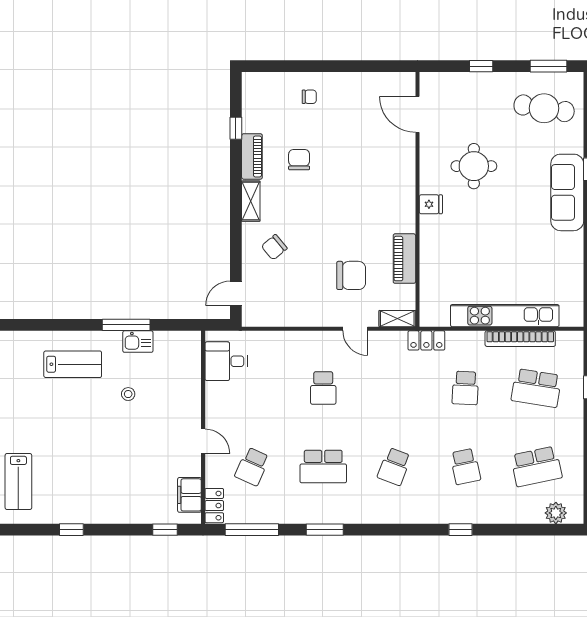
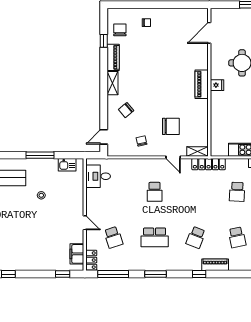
door: (417, 114) -> (209, 33), hinge flipped
chair: (299, 160) -> (120, 30), moved
piano: (404, 259) -> (202, 84), moved
chair: (301, 301) -> (142, 141), added
locker: (426, 340) -> (209, 164), width x1.53
kitchen sink: (138, 342) -> (67, 165), moved
school desk: (252, 466) -> (113, 237), turned -42
piano: (427, 514) -> (215, 265), added
window: (461, 530) -> (199, 274), moved

